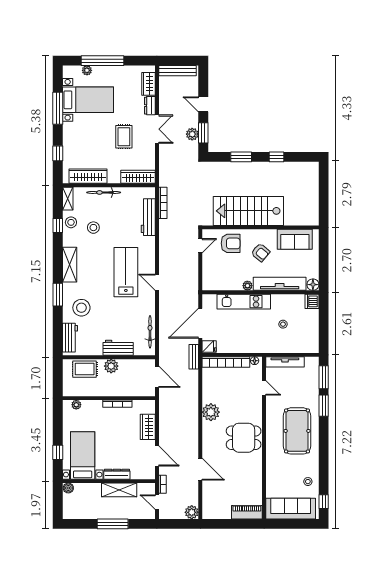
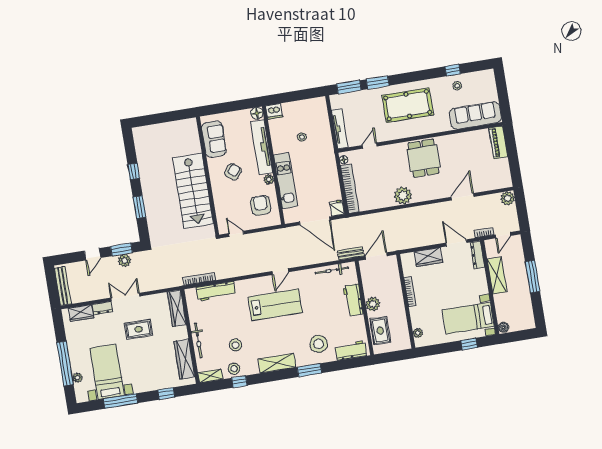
armchair: (231, 243) -> (261, 205), moved
lab bench: (126, 272) -> (275, 305), turned 180
bench: (194, 357) -> (351, 253), moved
door: (157, 456) -> (456, 243), hinge flipped
dresser: (117, 474) -> (477, 255), moved
window: (324, 502) -> (453, 70), moved
sofa: (291, 509) -> (475, 115), moved, turned 90

